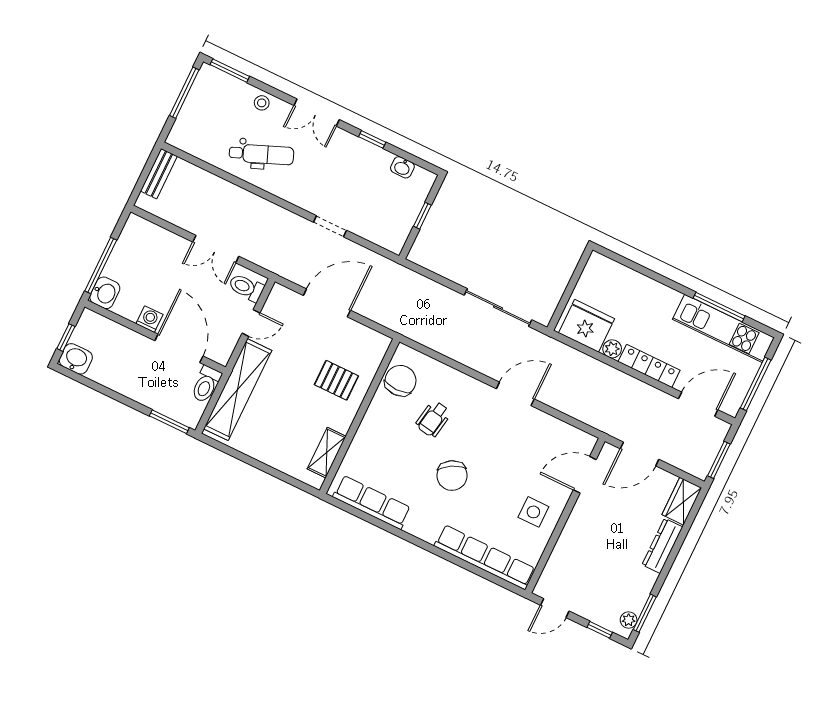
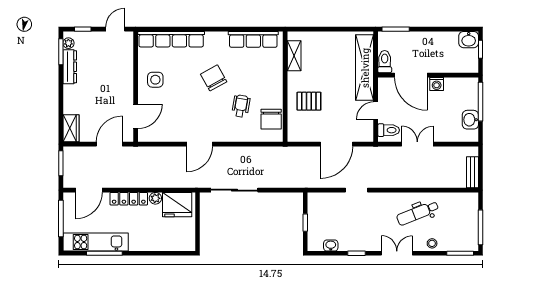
washbasin: (105, 293) -> (470, 120), moved
dresser: (662, 546) -> (70, 67), moved

